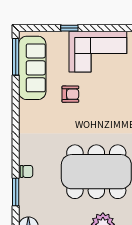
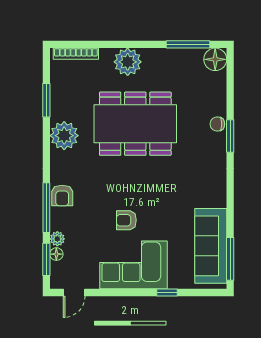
armchair: (70, 94) -> (126, 220), moved
window: (16, 192) -> (230, 136), moved

